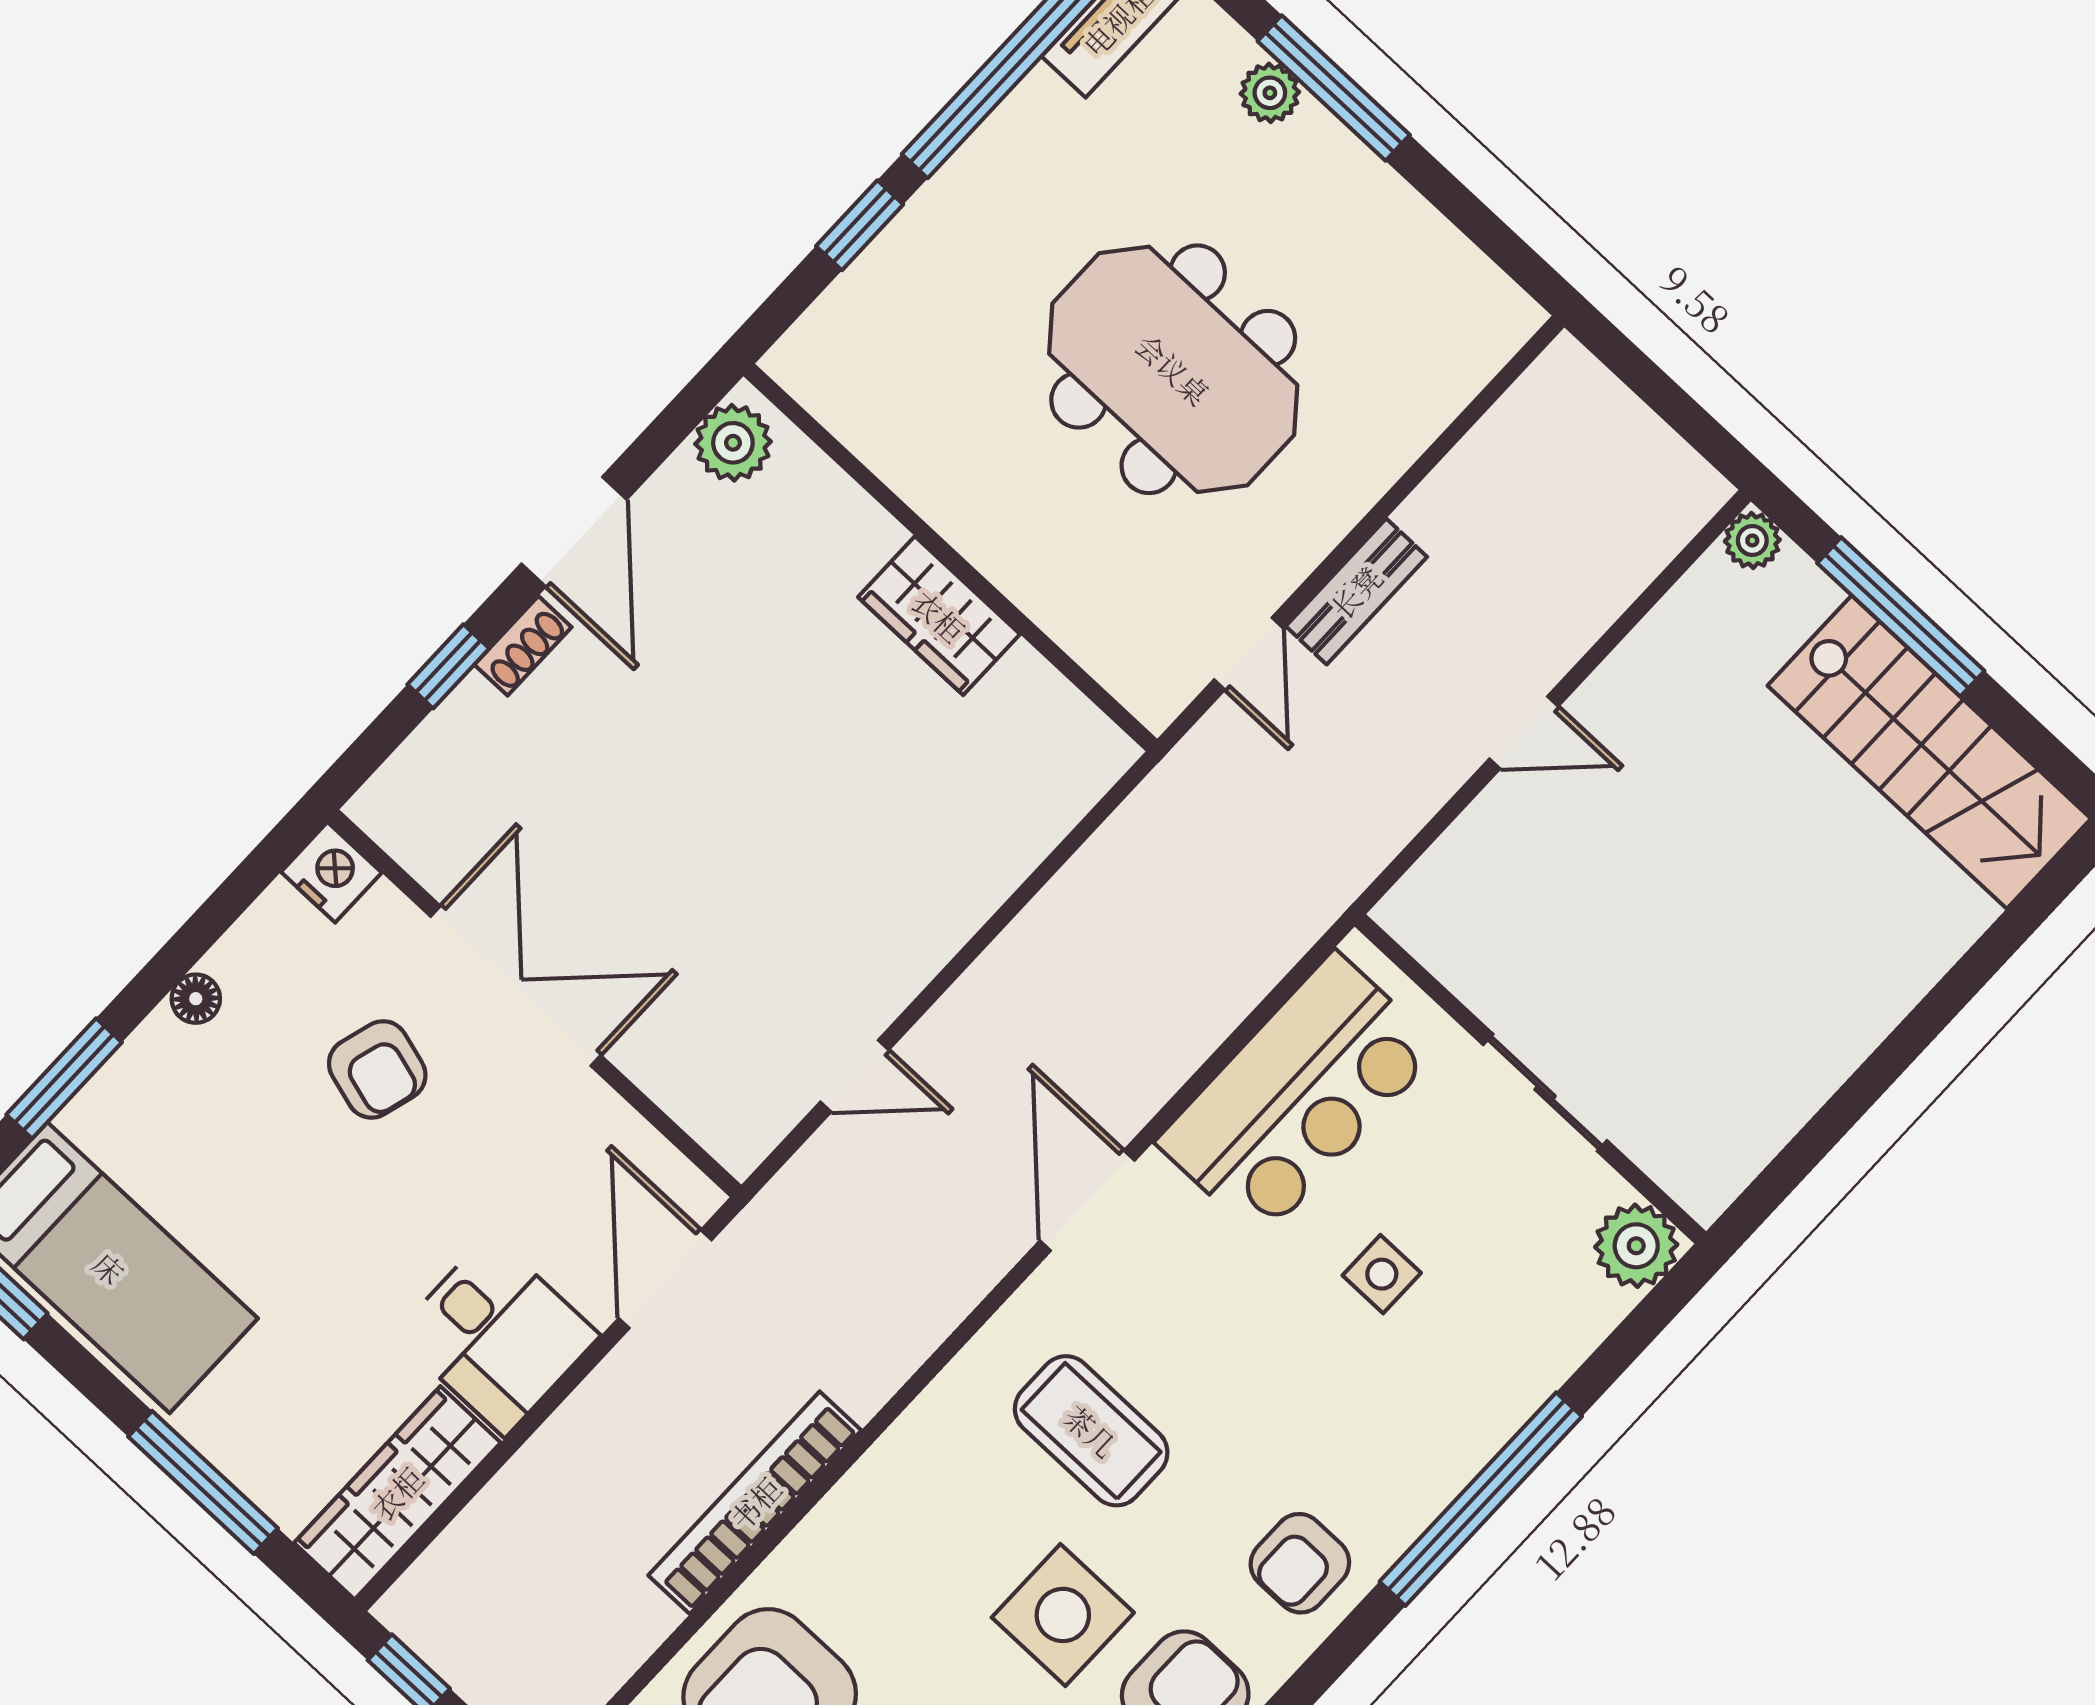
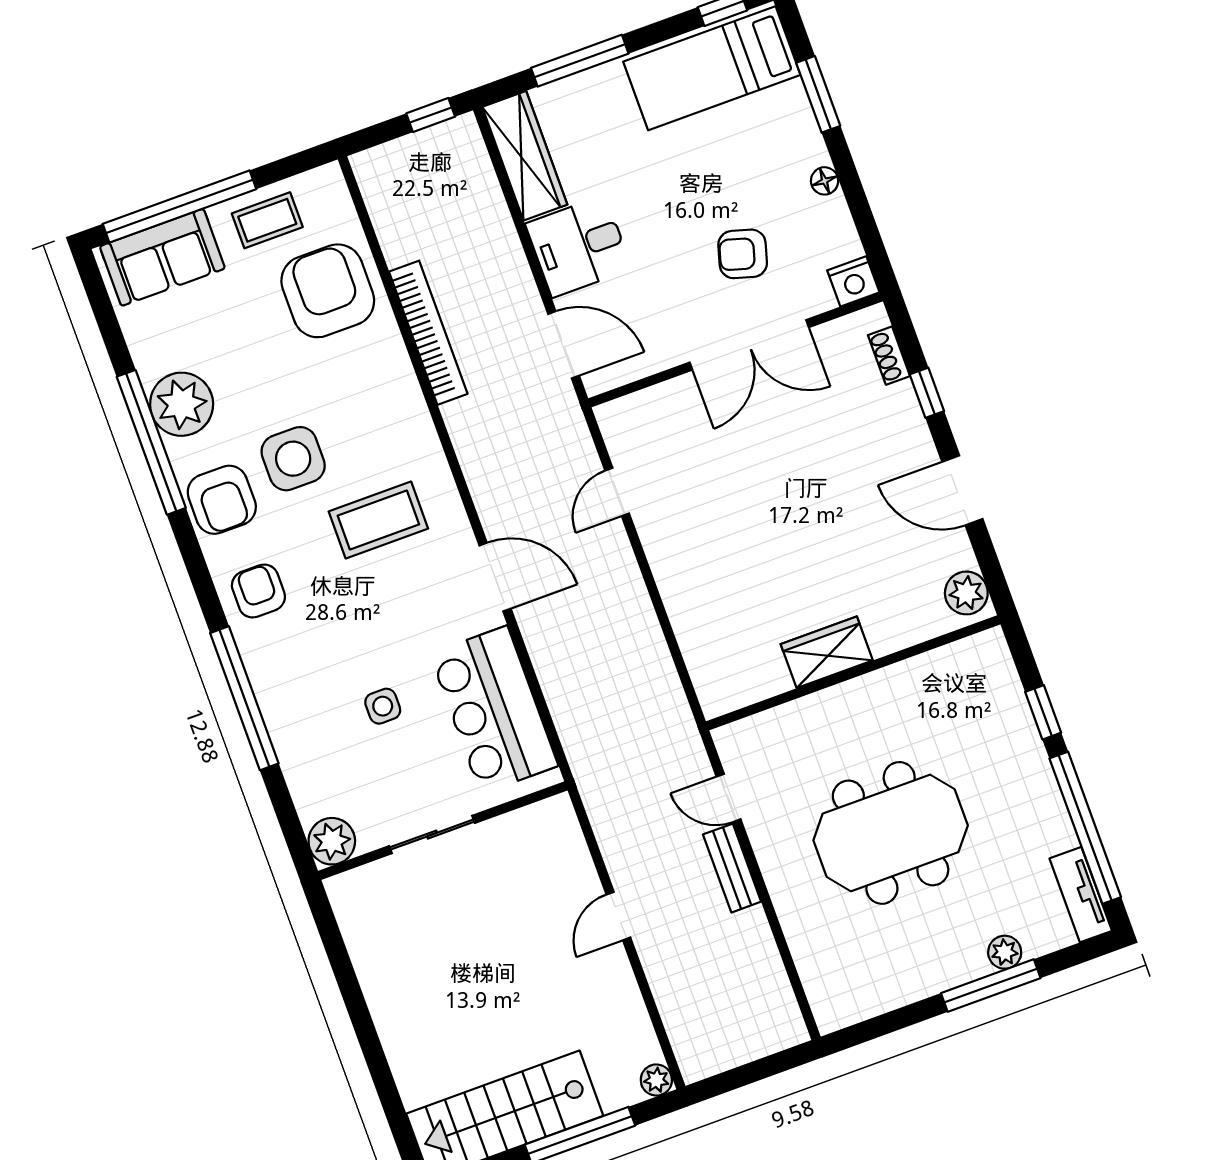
shoe rack: (523, 646) -> (889, 356), moved

